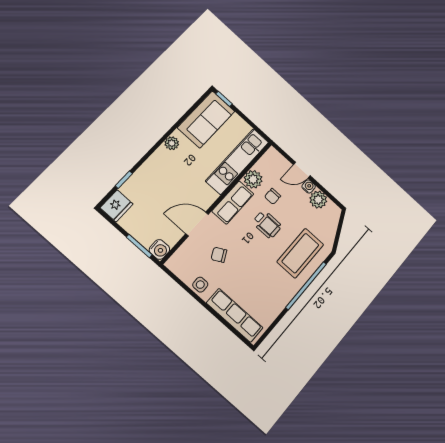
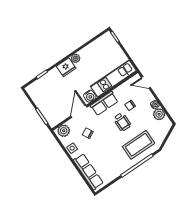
sofa: (206, 119) -> (100, 48), removed
door: (302, 170) -> (146, 82), moved
plant: (253, 179) -> (64, 131), moved
fridge: (117, 206) -> (66, 67), moved
door: (197, 224) -> (79, 111), hinge flipped
water cooler: (159, 249) -> (90, 96), moved

